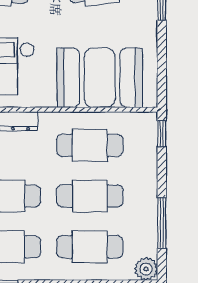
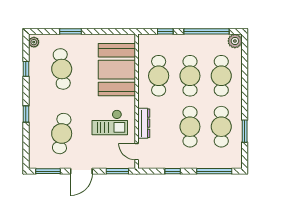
window: (162, 134) -> (165, 31), moved
window: (162, 223) -> (207, 31), width x1.46

